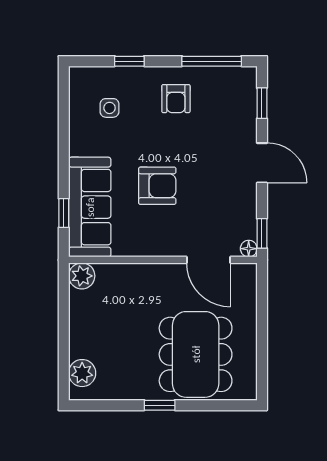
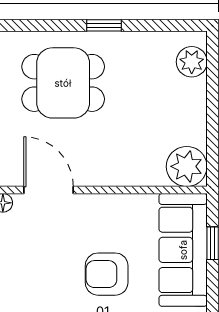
plant: (82, 276) -> (187, 166), width x1.36, depth x1.36
dining table: (196, 354) -> (63, 83), width x0.73

